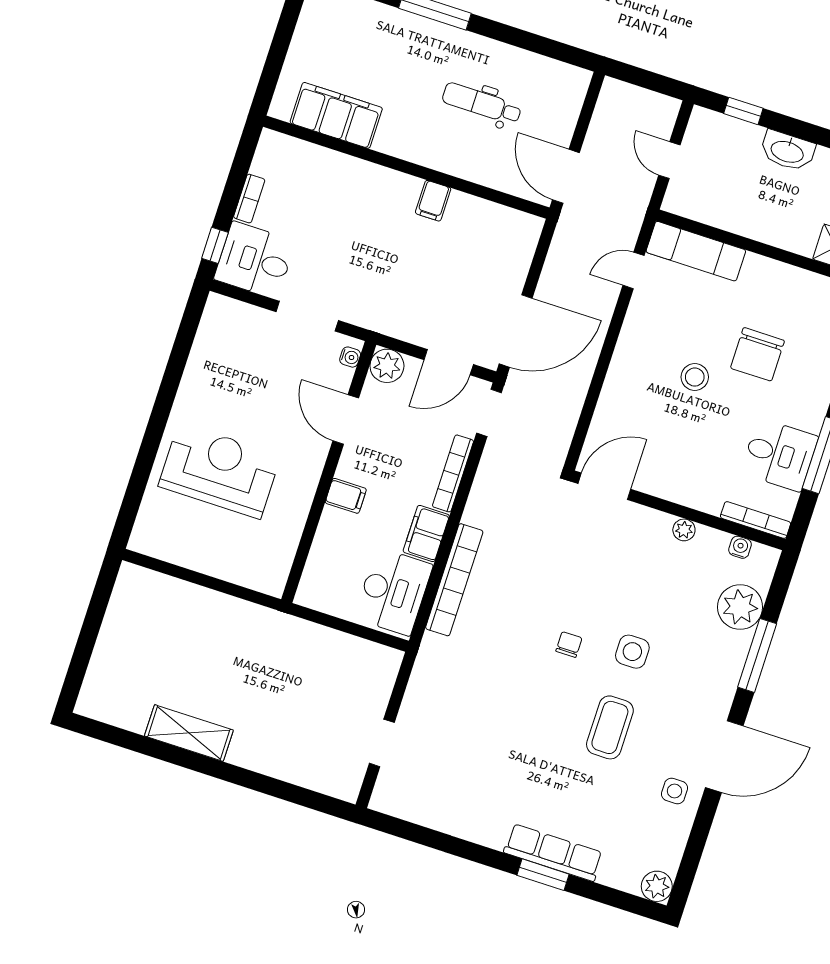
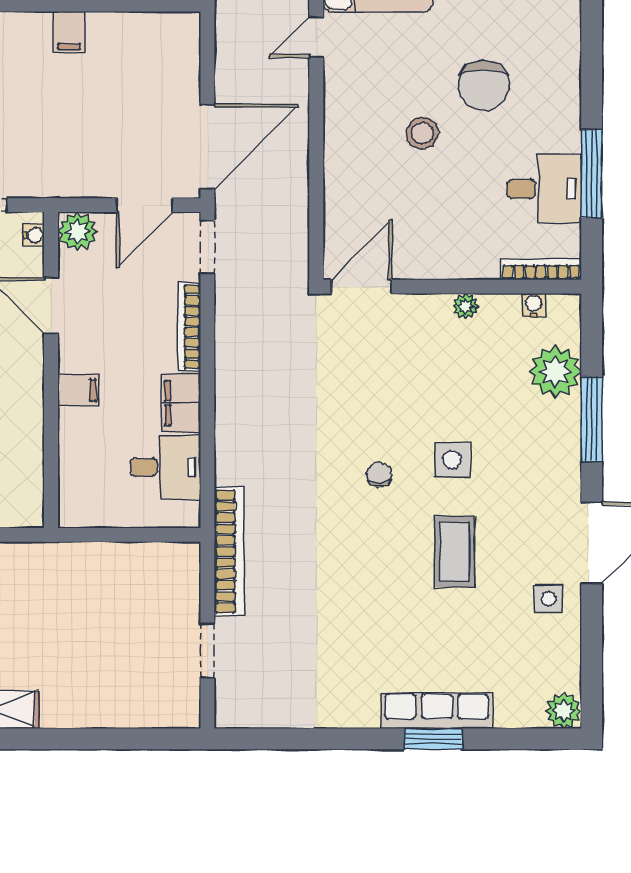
bookcase: (454, 580) -> (229, 551), moved
desk: (393, 592) -> (166, 467), width x0.73

